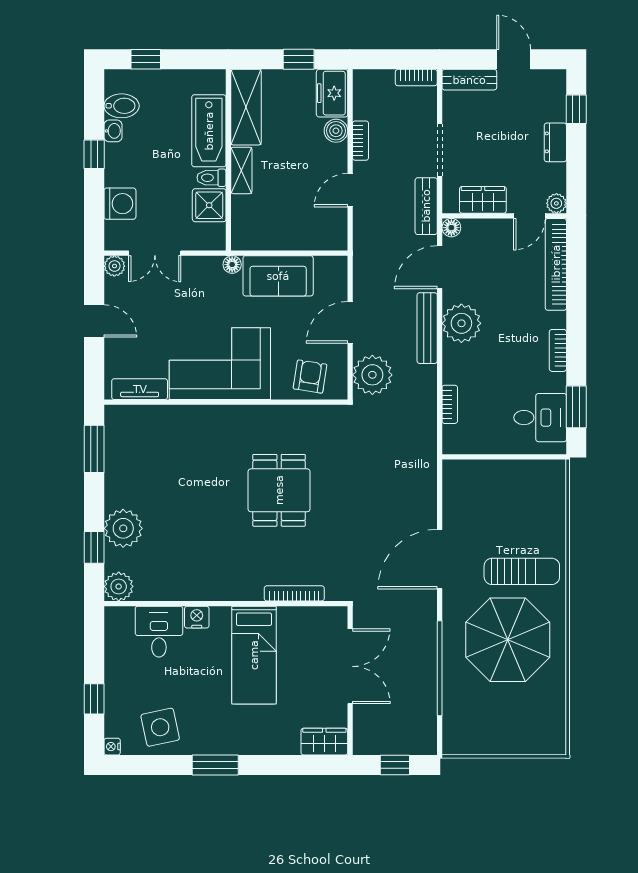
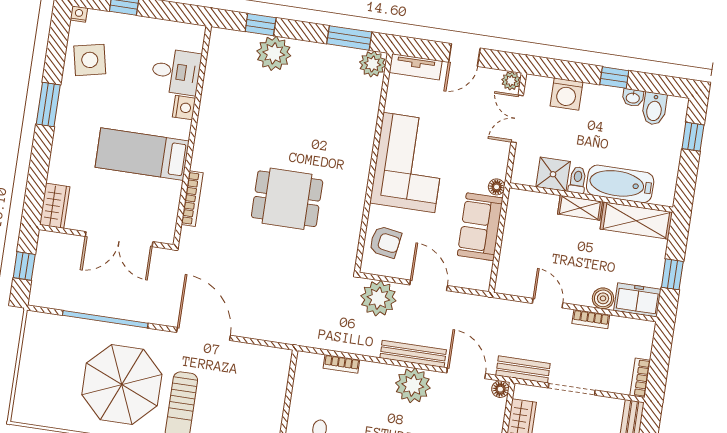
tv unit: (140, 389) -> (416, 67), moved, turned 90
plant: (119, 586) -> (373, 64), moved

